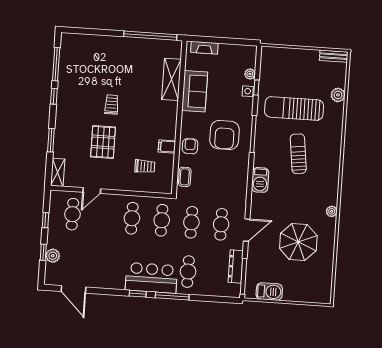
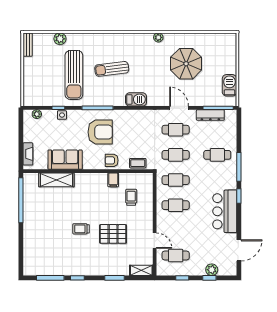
plant: (250, 74) -> (37, 114), moved
bar counter: (151, 278) -> (225, 211), moved

